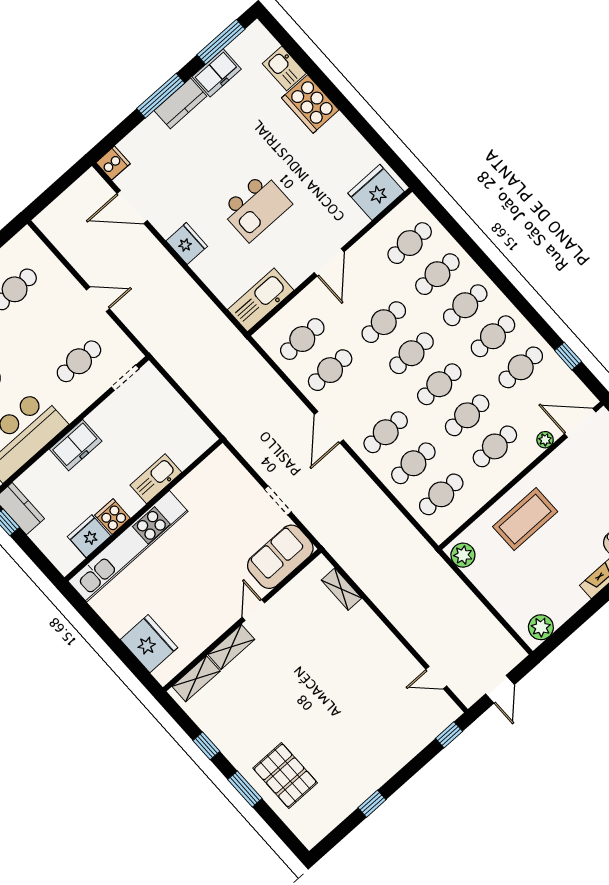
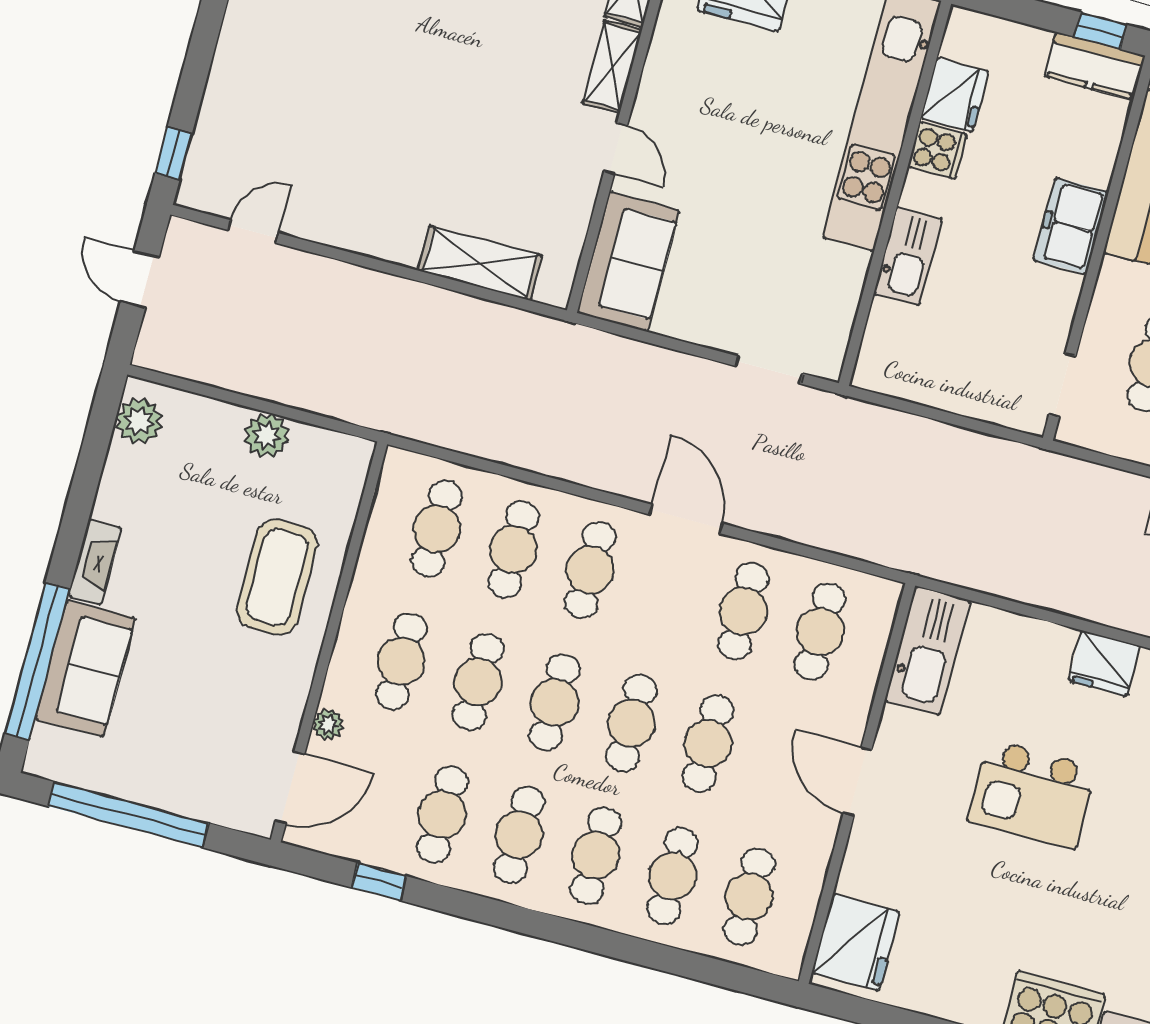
kitchen island: (256, 207) -> (1032, 794), turned -90
doorway: (278, 500) -> (769, 370), moved
plant: (463, 555) -> (266, 435), moved
shelving: (341, 589) -> (480, 263), width x1.50, depth x1.33

